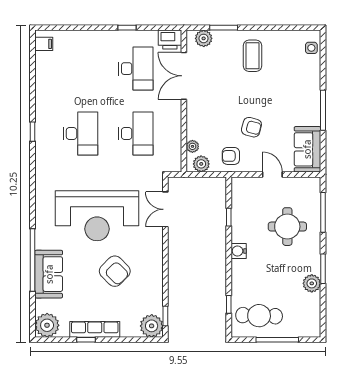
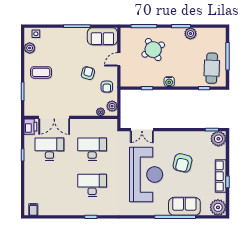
plant: (204, 38) -> (30, 48), moved
round table: (287, 227) -> (153, 50), turned -30
armchair: (115, 271) -> (182, 163), turned 148

